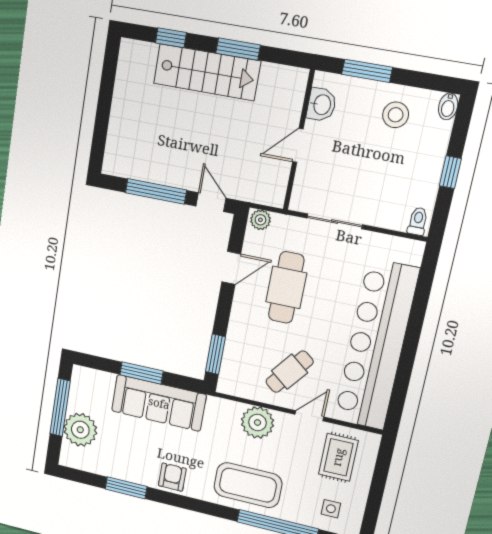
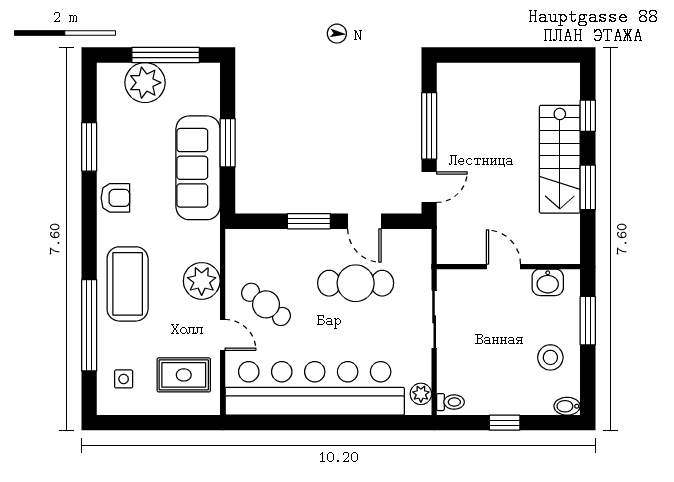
plant: (260, 220) -> (421, 394), moved
window: (215, 354) -> (309, 221), moved

